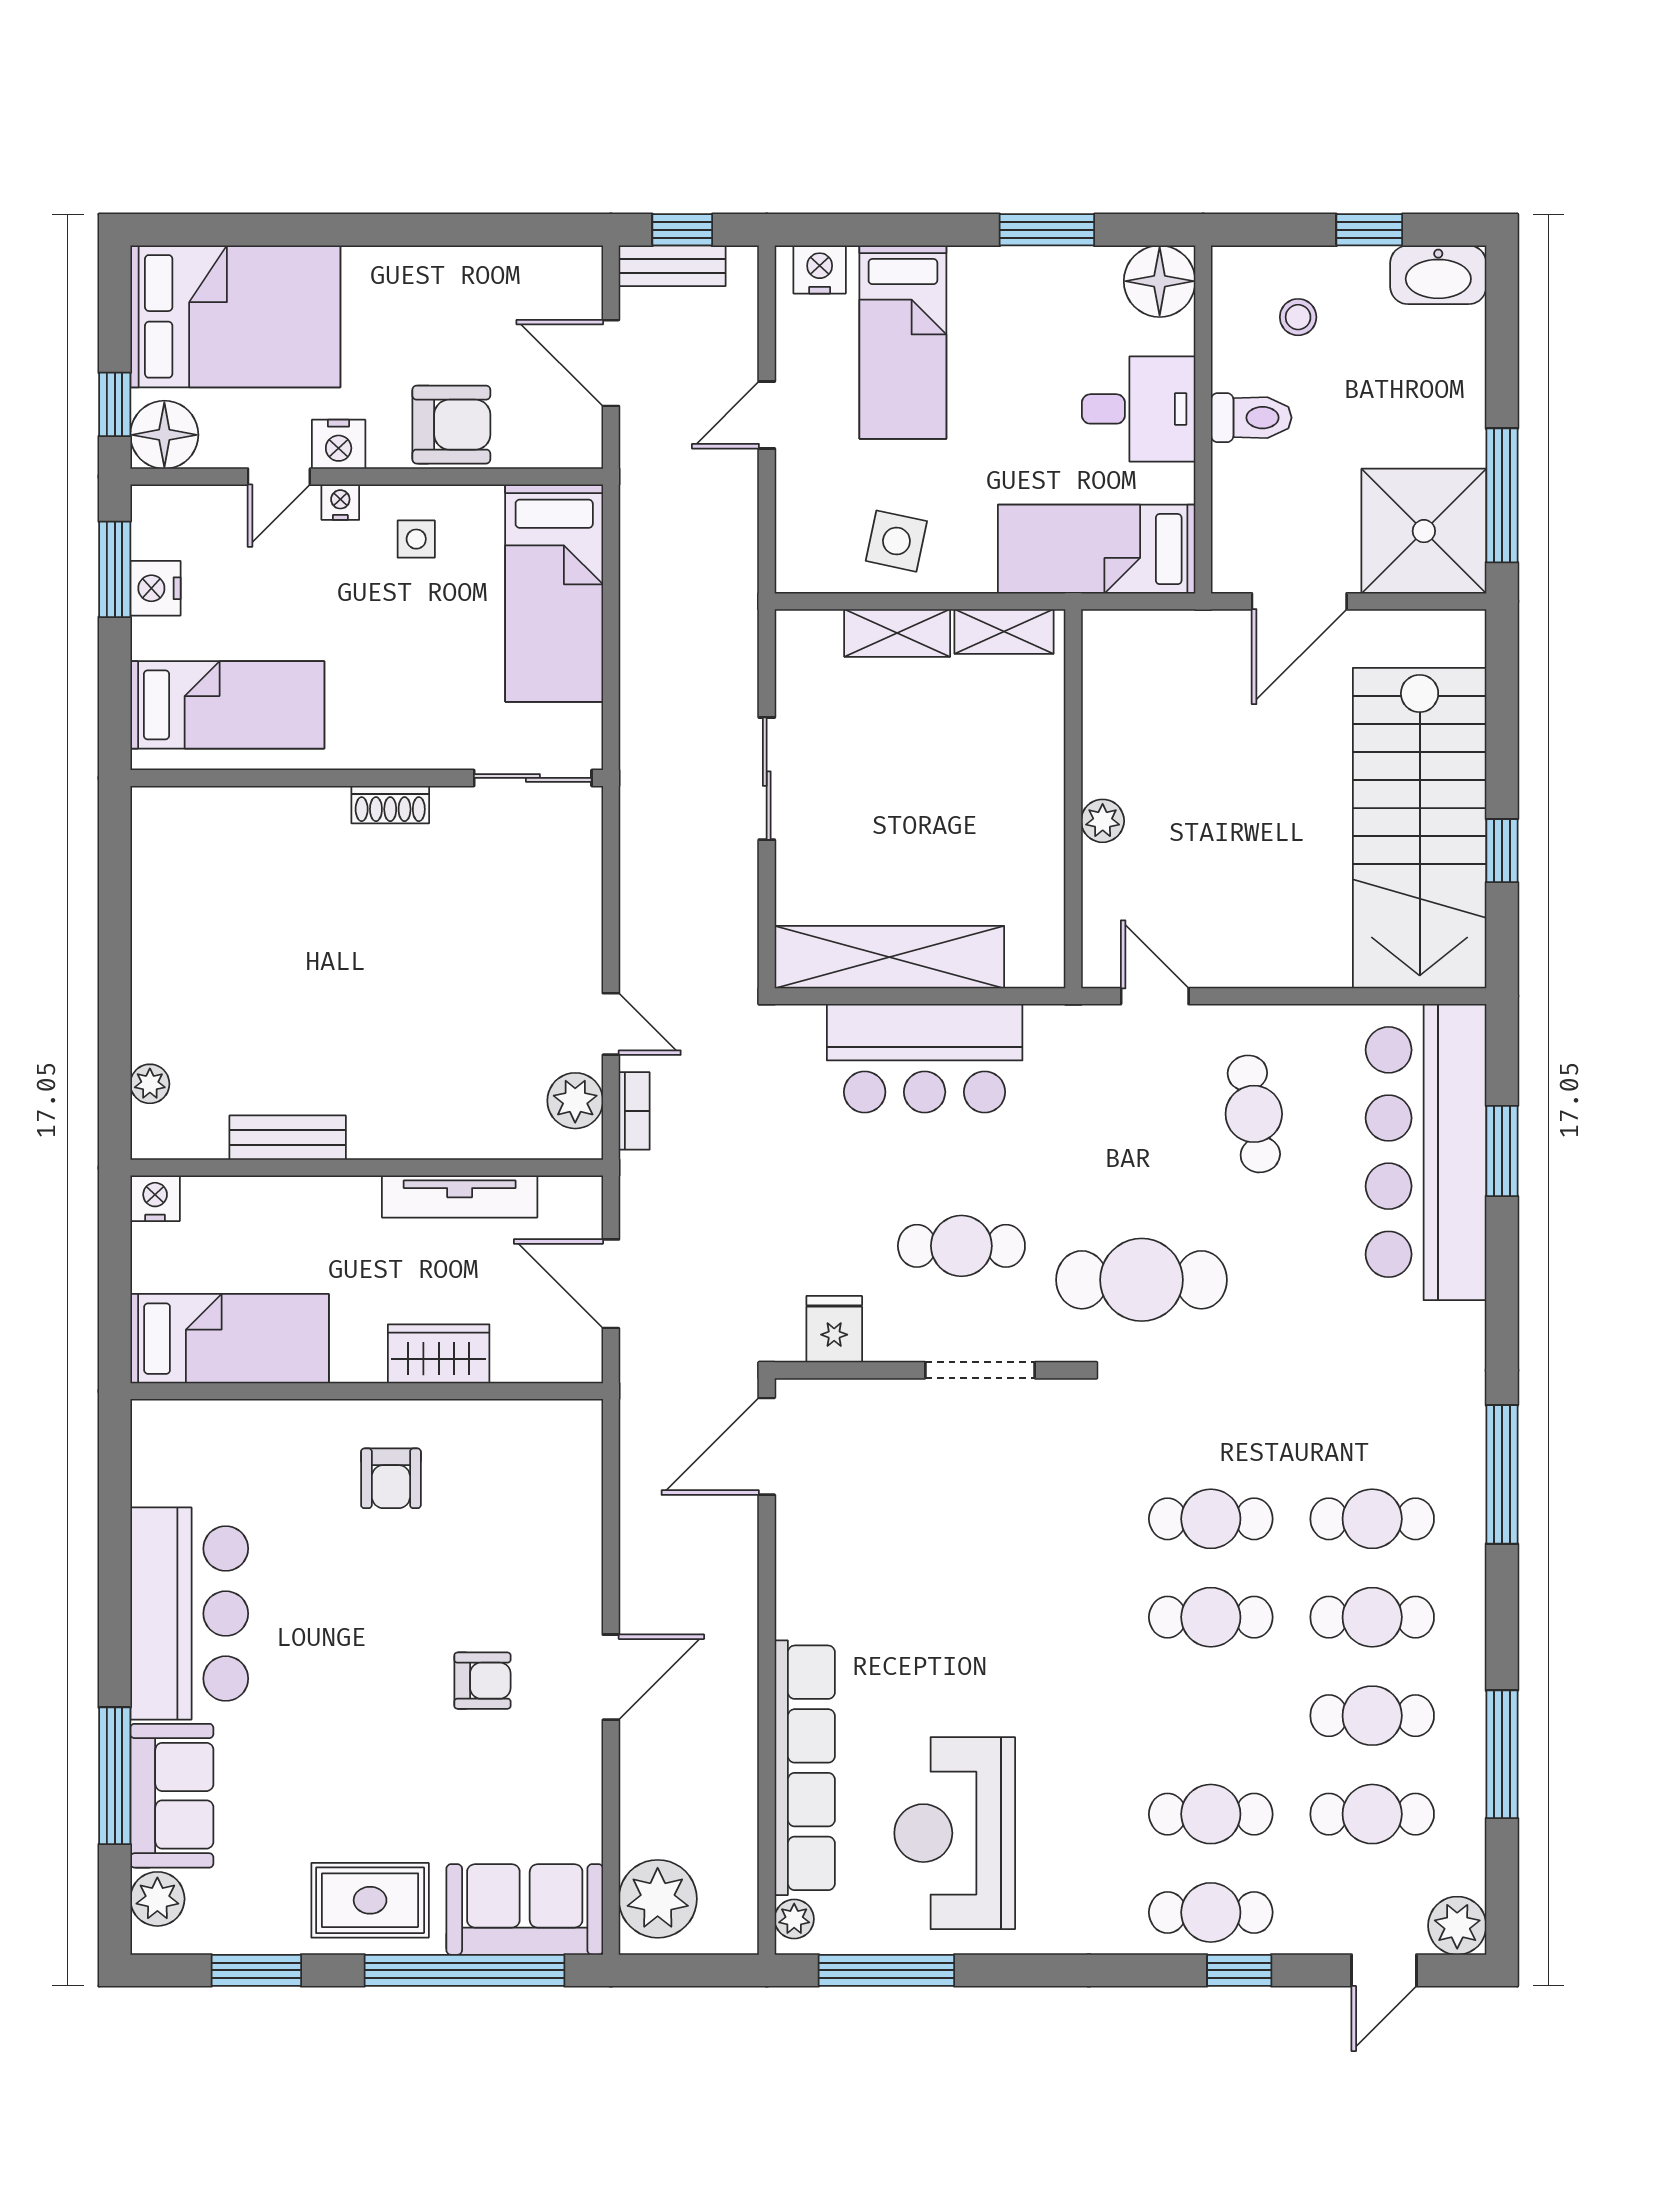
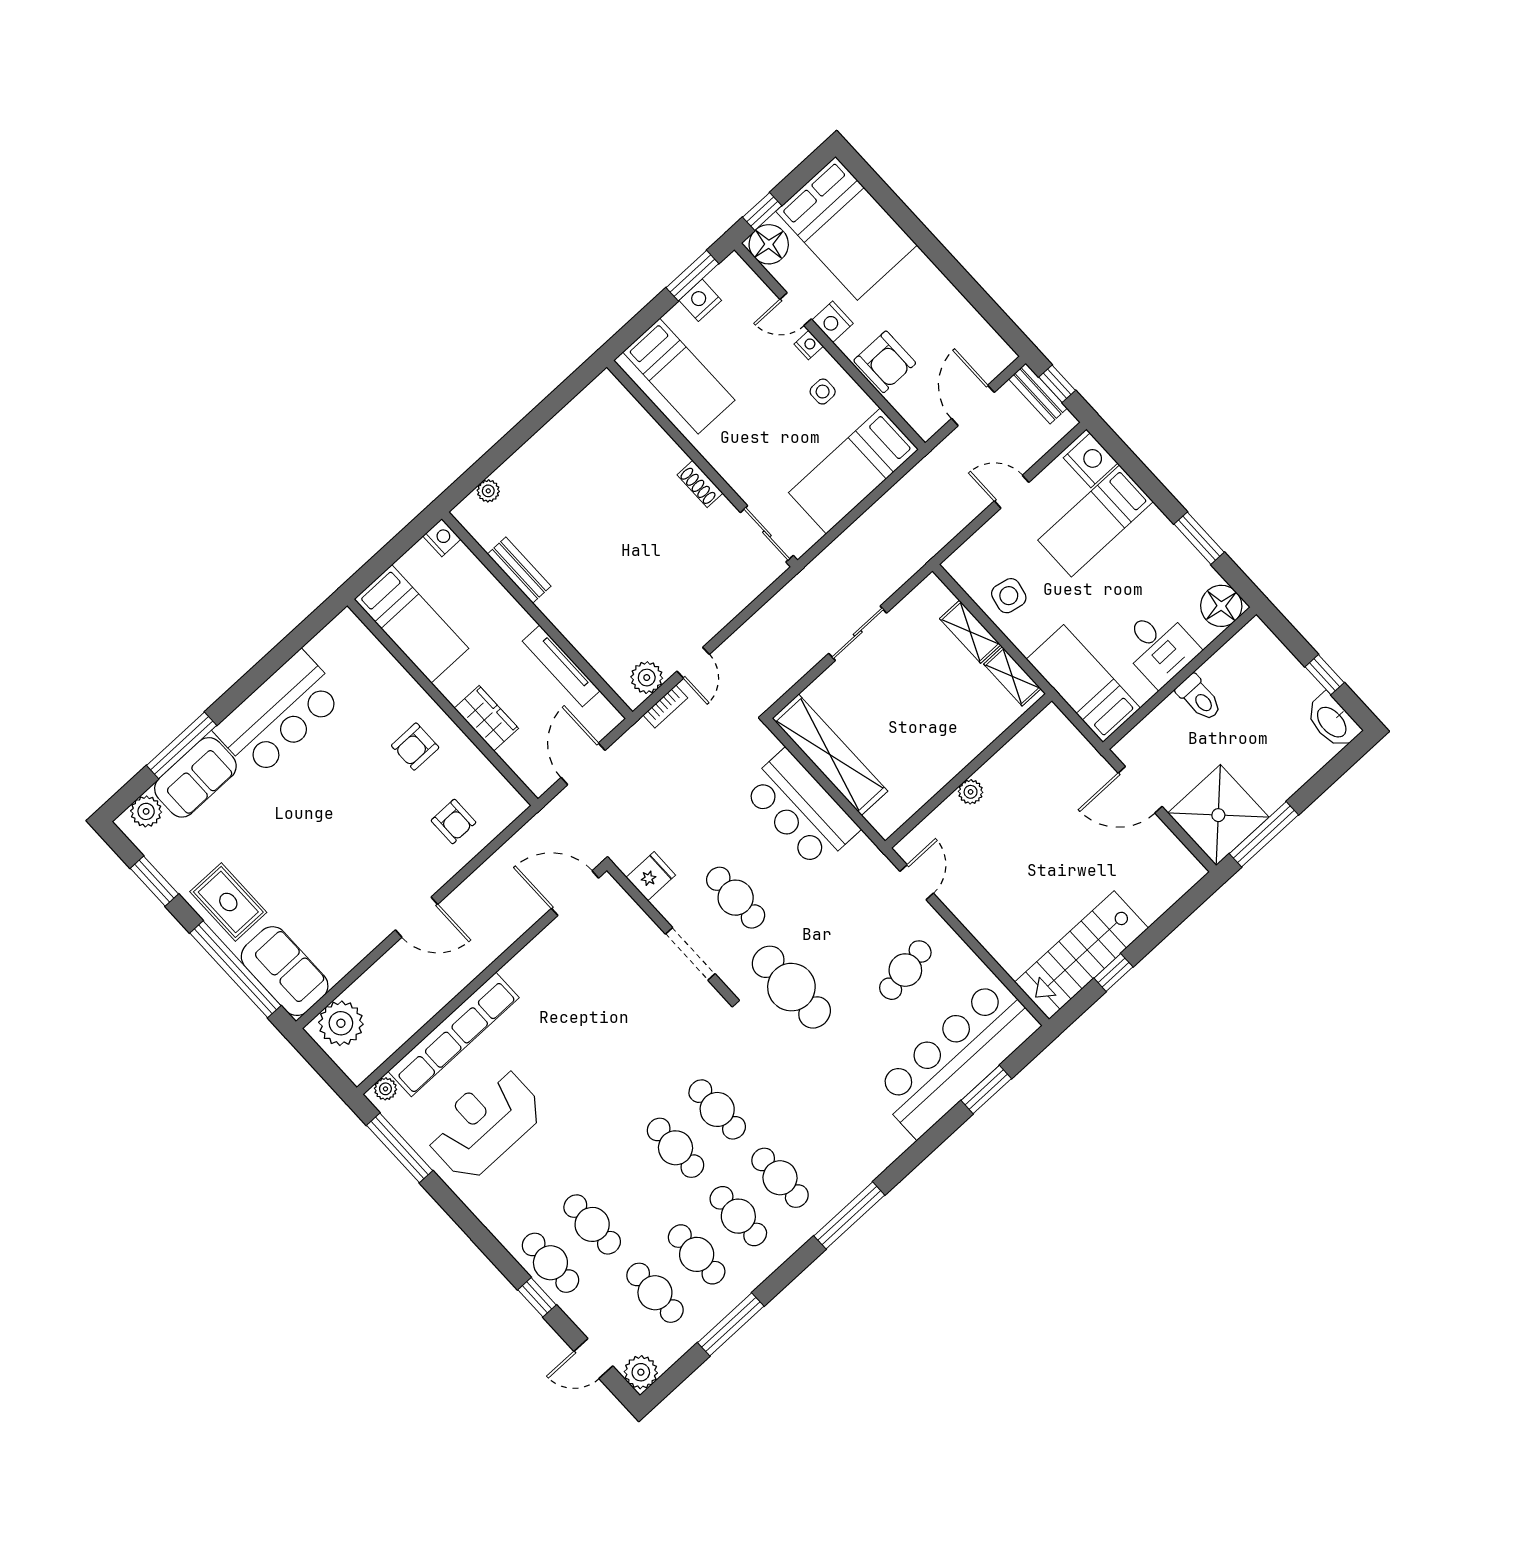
nightstand: (820, 270) -> (1091, 460), width x1.36, depth x1.33
stool: (1298, 317) -> (1260, 679), removed
stairs: (1420, 828) -> (1082, 955), width x0.73, depth x0.66
armchair: (482, 1681) -> (454, 821), moved

